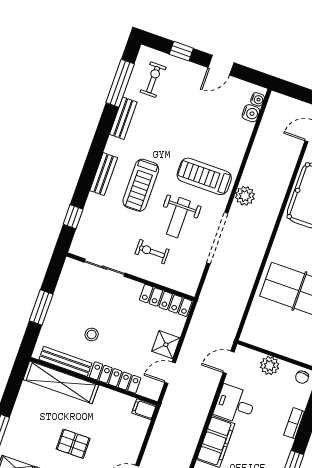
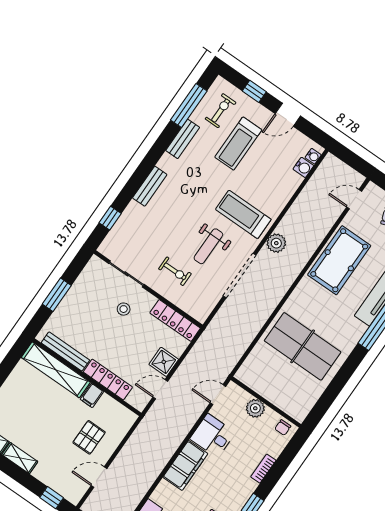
treadmill: (141, 185) -> (238, 144), moved
exercise bike: (152, 252) -> (175, 271), turned 180
stool: (92, 334) -> (124, 309), moved
filing cabinet: (144, 409) -> (92, 395), moved, turned -90
pallet: (73, 444) -> (89, 437), moved, turned 90

